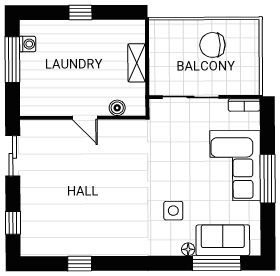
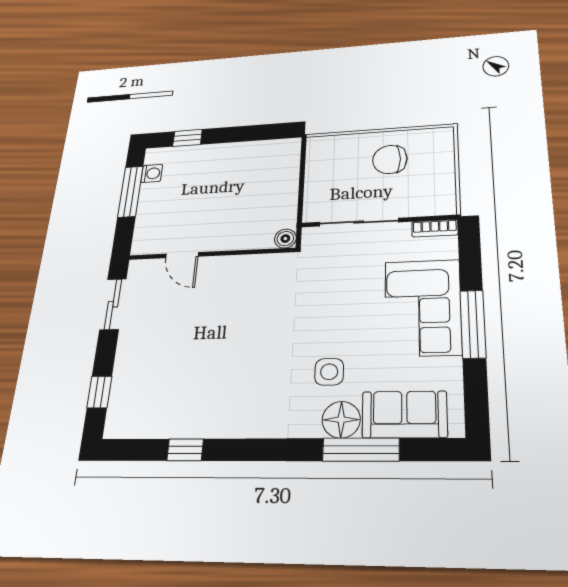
window: (80, 12) -> (187, 138), moved
shelving: (137, 63) -> (288, 186), removed
boiler: (117, 108) -> (285, 239), moved
door: (85, 118) -> (182, 255), moved
floor lamp: (188, 249) -> (341, 420), width x1.89, depth x1.89
window: (217, 263) -> (361, 450), moved

